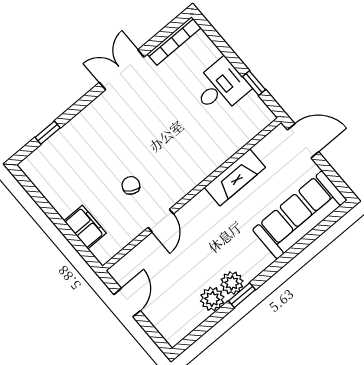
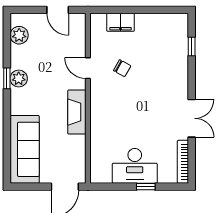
window: (254, 83) -> (146, 187), moved
desk: (221, 87) -> (135, 166), width x1.37
fireplace: (235, 177) -> (77, 112), moved
plant: (212, 299) -> (19, 35), moved

